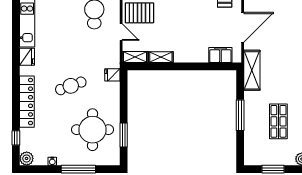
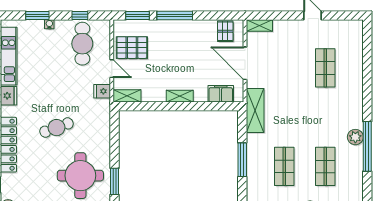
door: (243, 27) -> (245, 63), swing flipped
shelving: (161, 57) -> (180, 96), moved
fridge: (112, 75) -> (102, 91), moved

